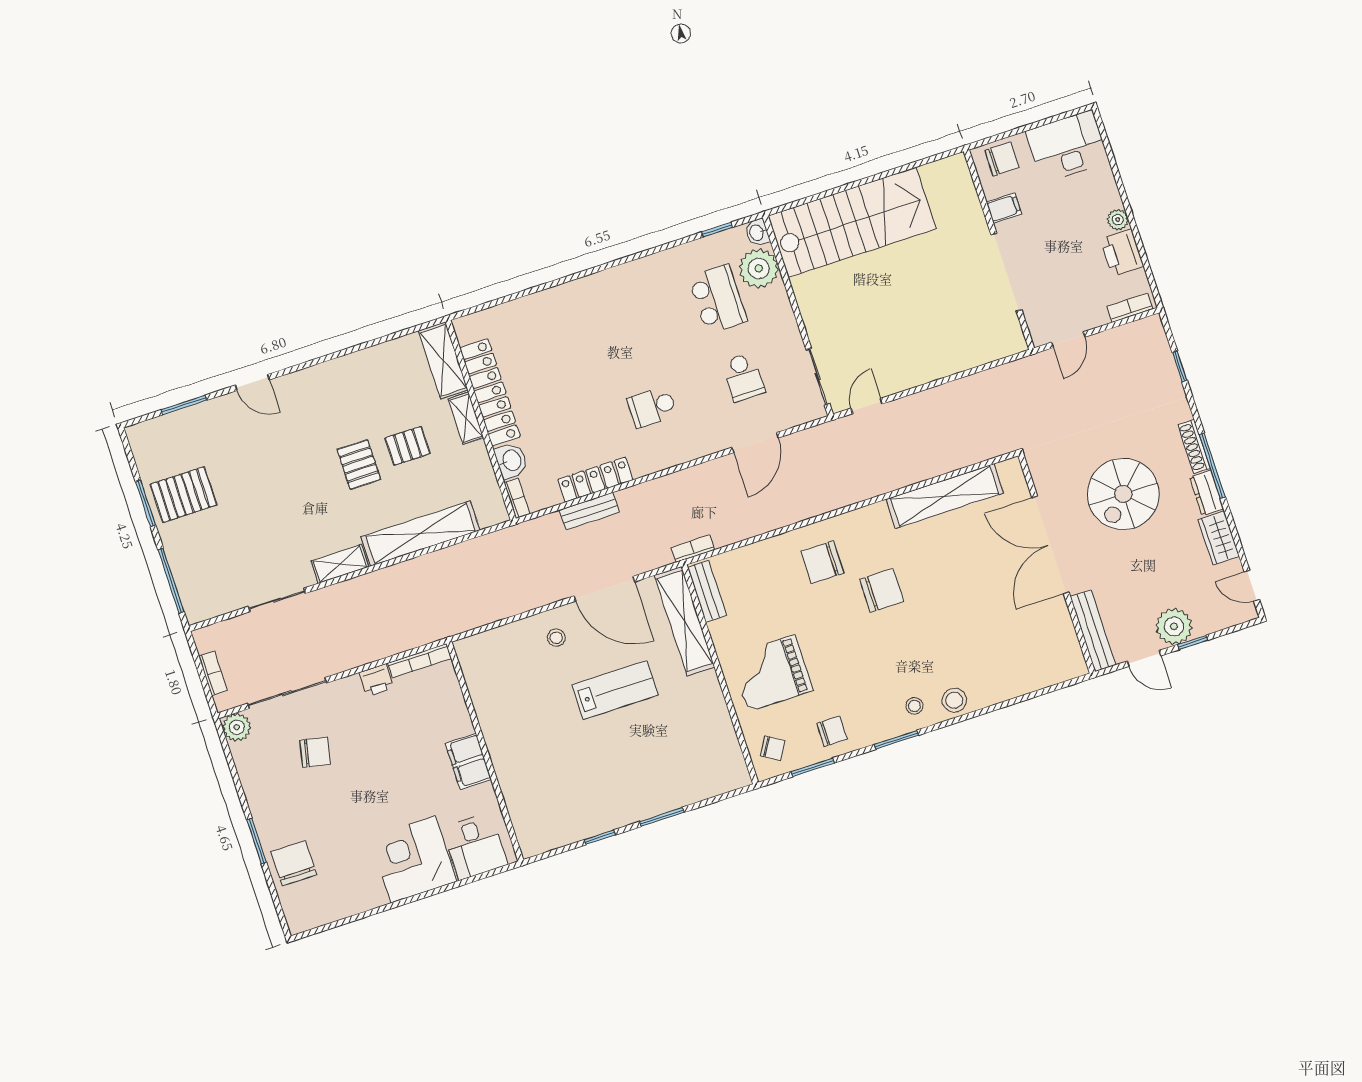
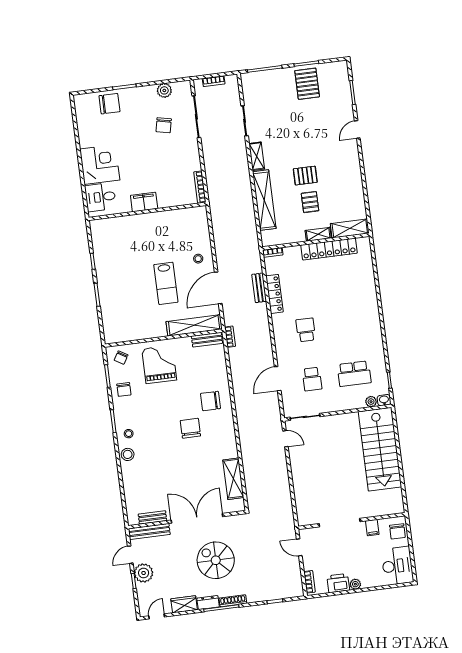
plant: (759, 268) -> (371, 402), width x0.53, depth x0.53
school desk: (743, 377) -> (312, 379), turned -90
door: (755, 443) -> (278, 379), hinge flipped
washbasin: (511, 461) -> (292, 253), removed
shelving: (945, 496) -> (233, 479), width x0.68
chair: (822, 562) -> (210, 401), turned -90
chair: (882, 590) -> (190, 428), turned 180
bench: (1065, 630) -> (152, 517), added
printer: (376, 680) -> (194, 163), removed
plant: (237, 727) -> (164, 90), moved

